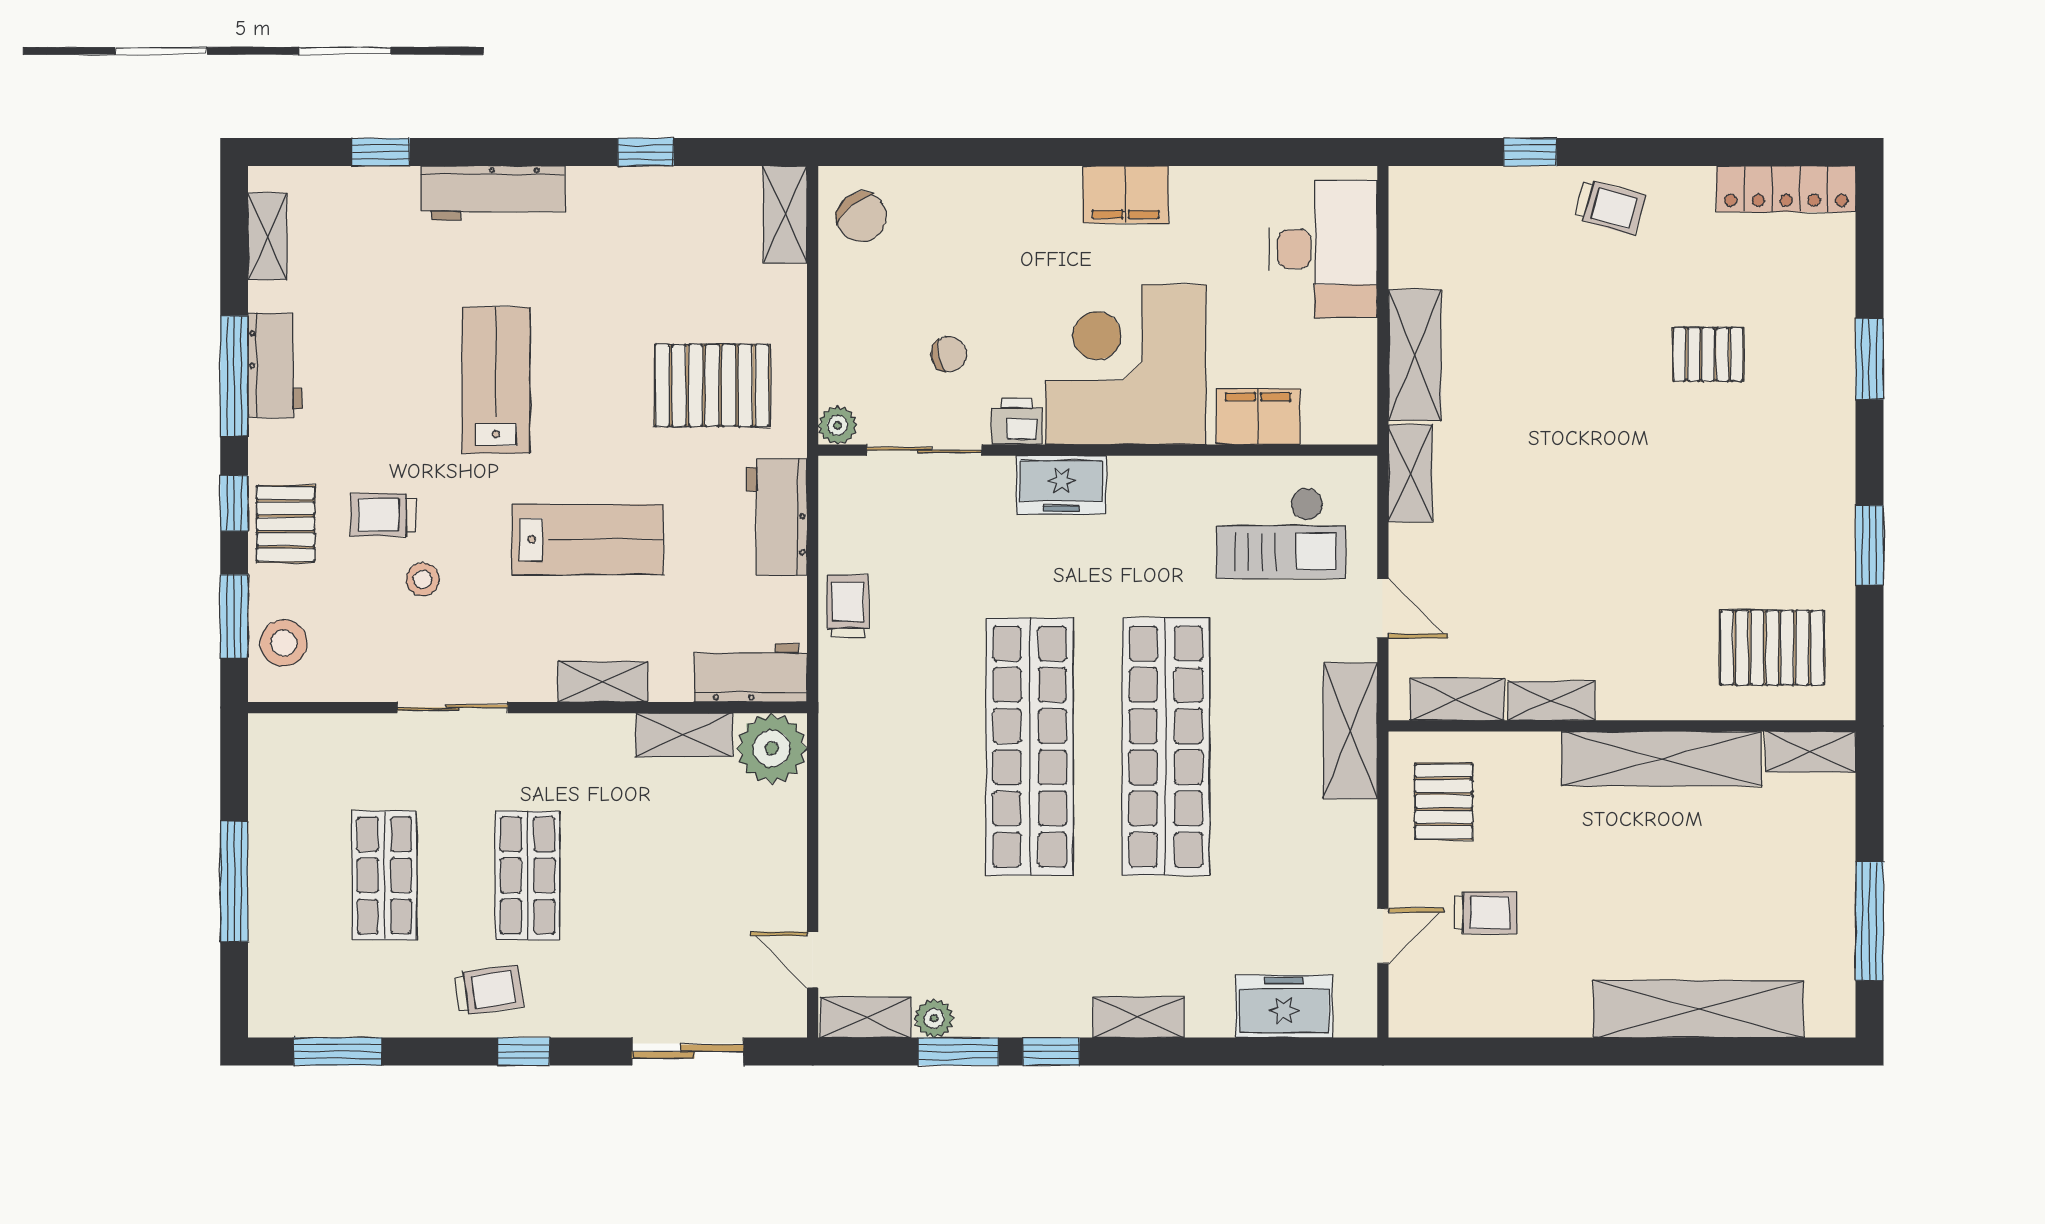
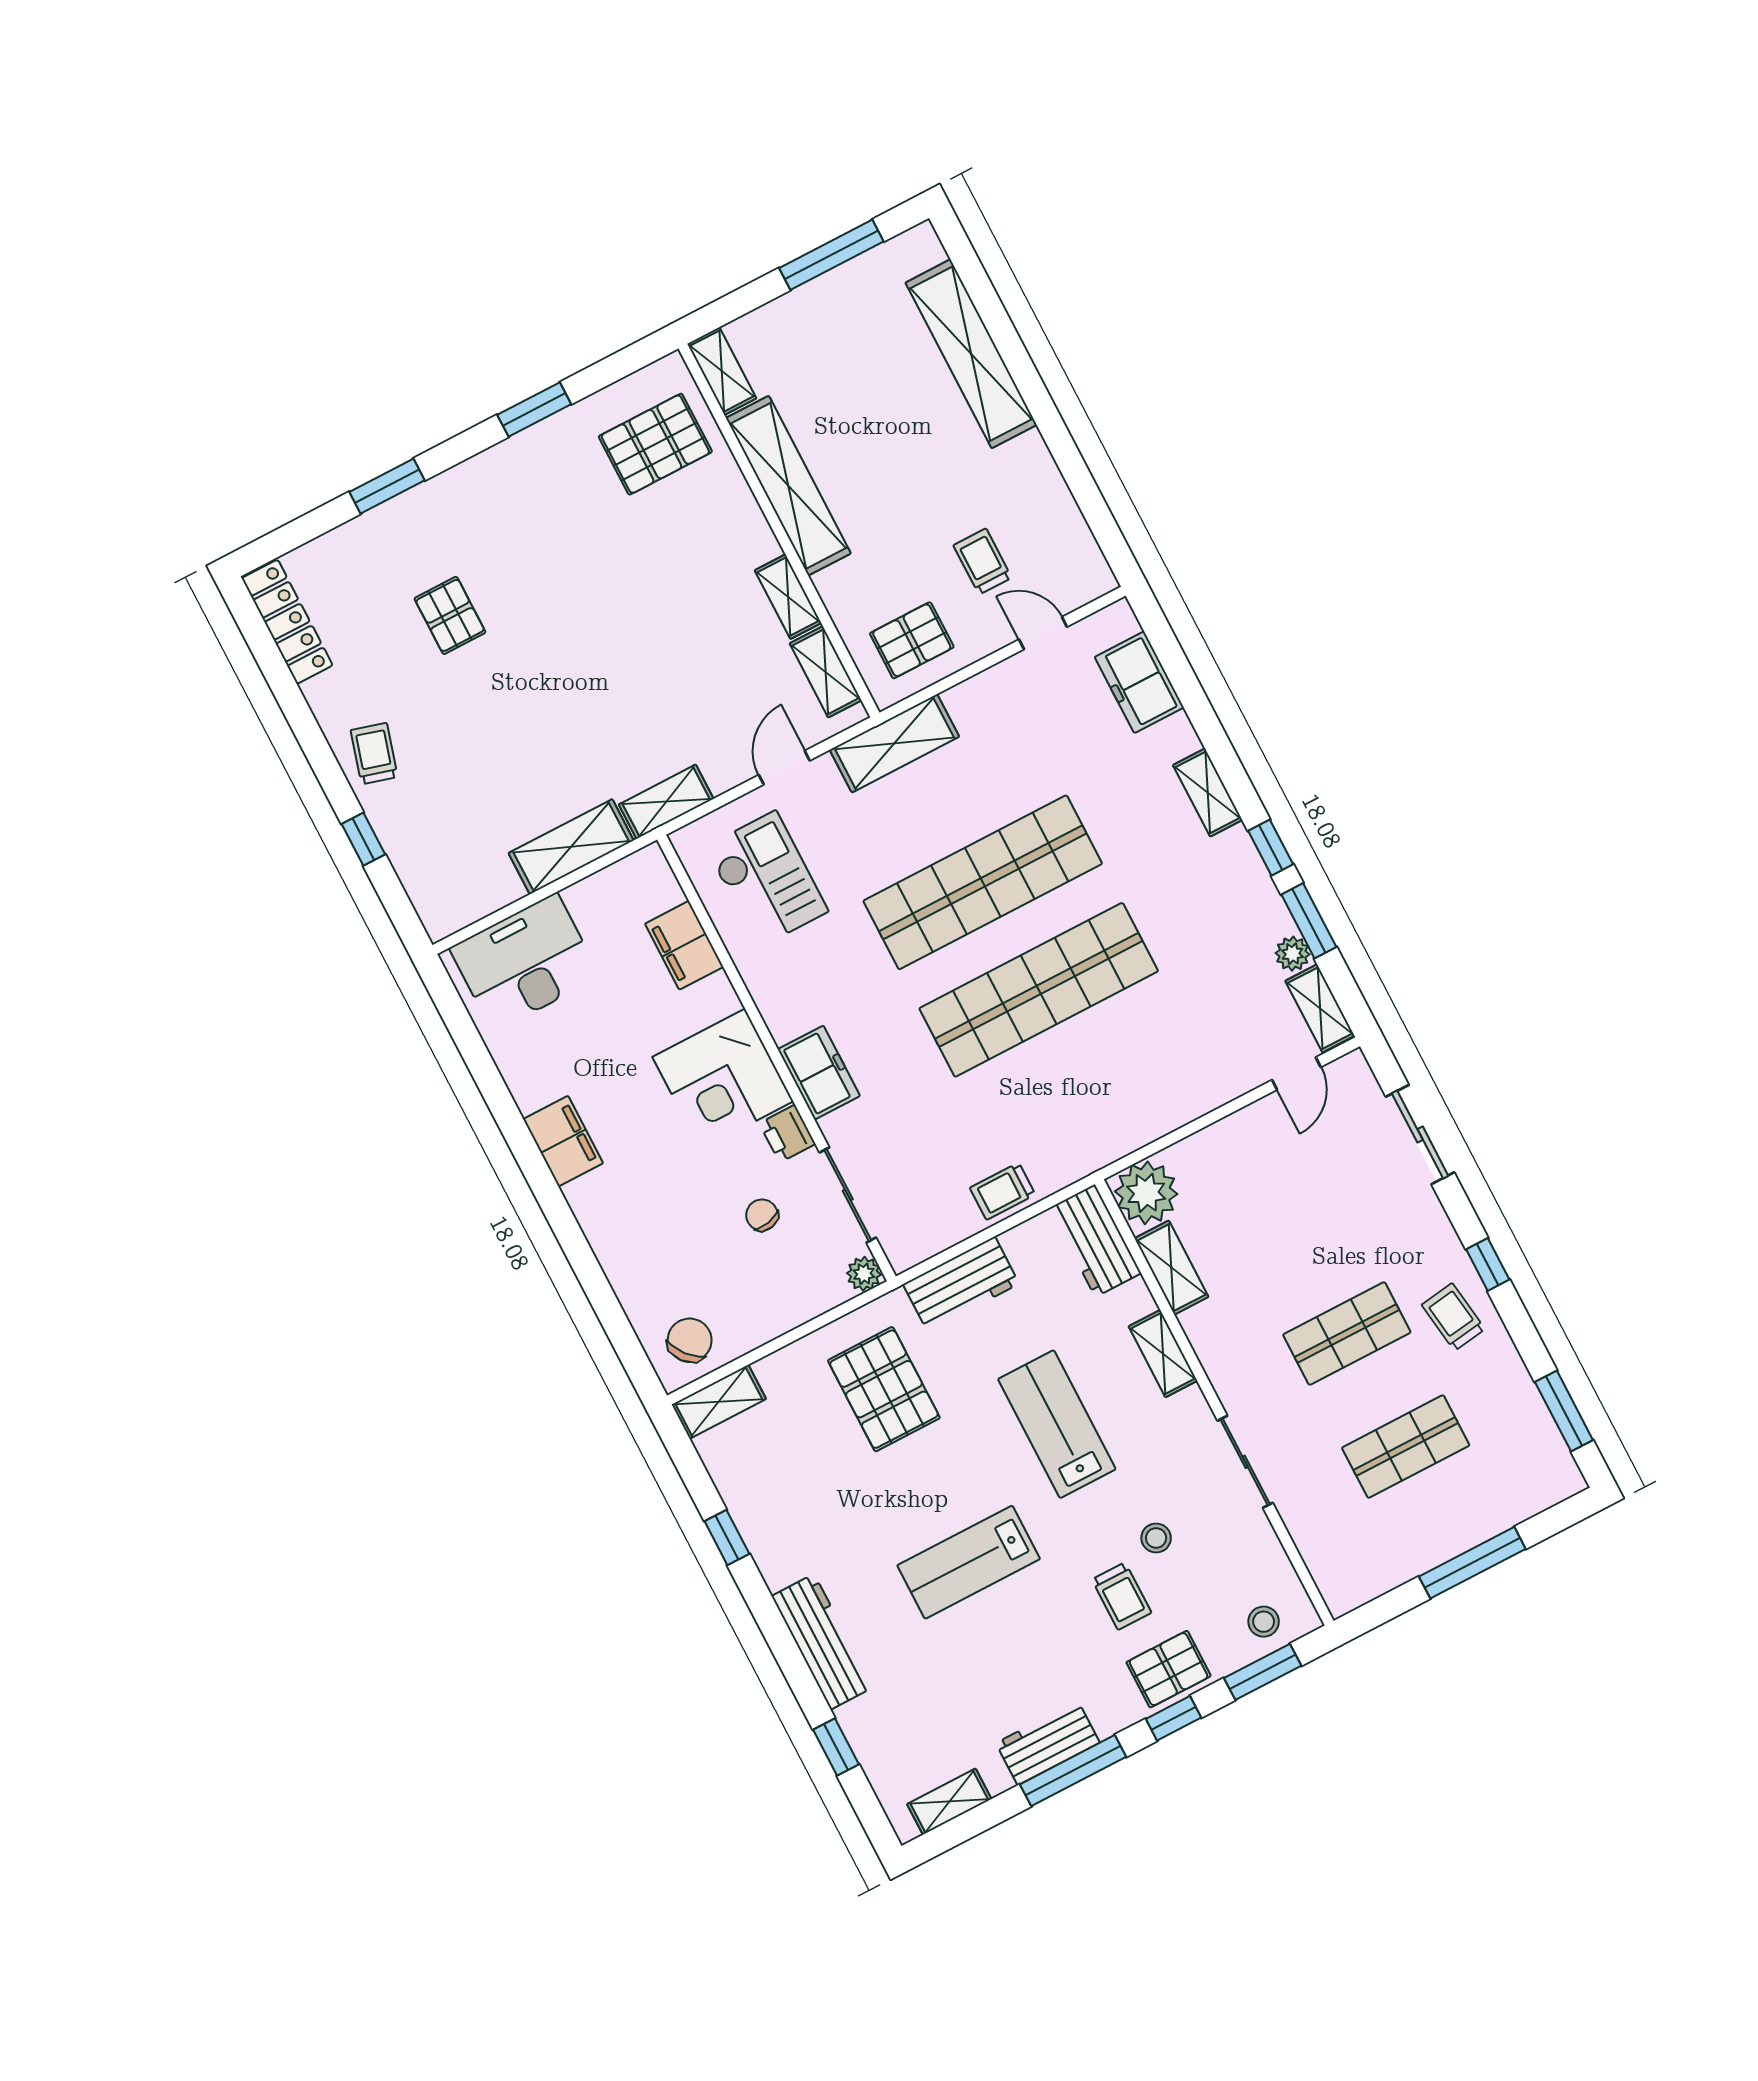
corner desk: (1126, 364) -> (723, 1079), width x0.74, depth x0.74
stool: (284, 643) -> (1264, 1622), width x0.73, depth x0.73
pallet: (1772, 648) -> (655, 444), turned 90

